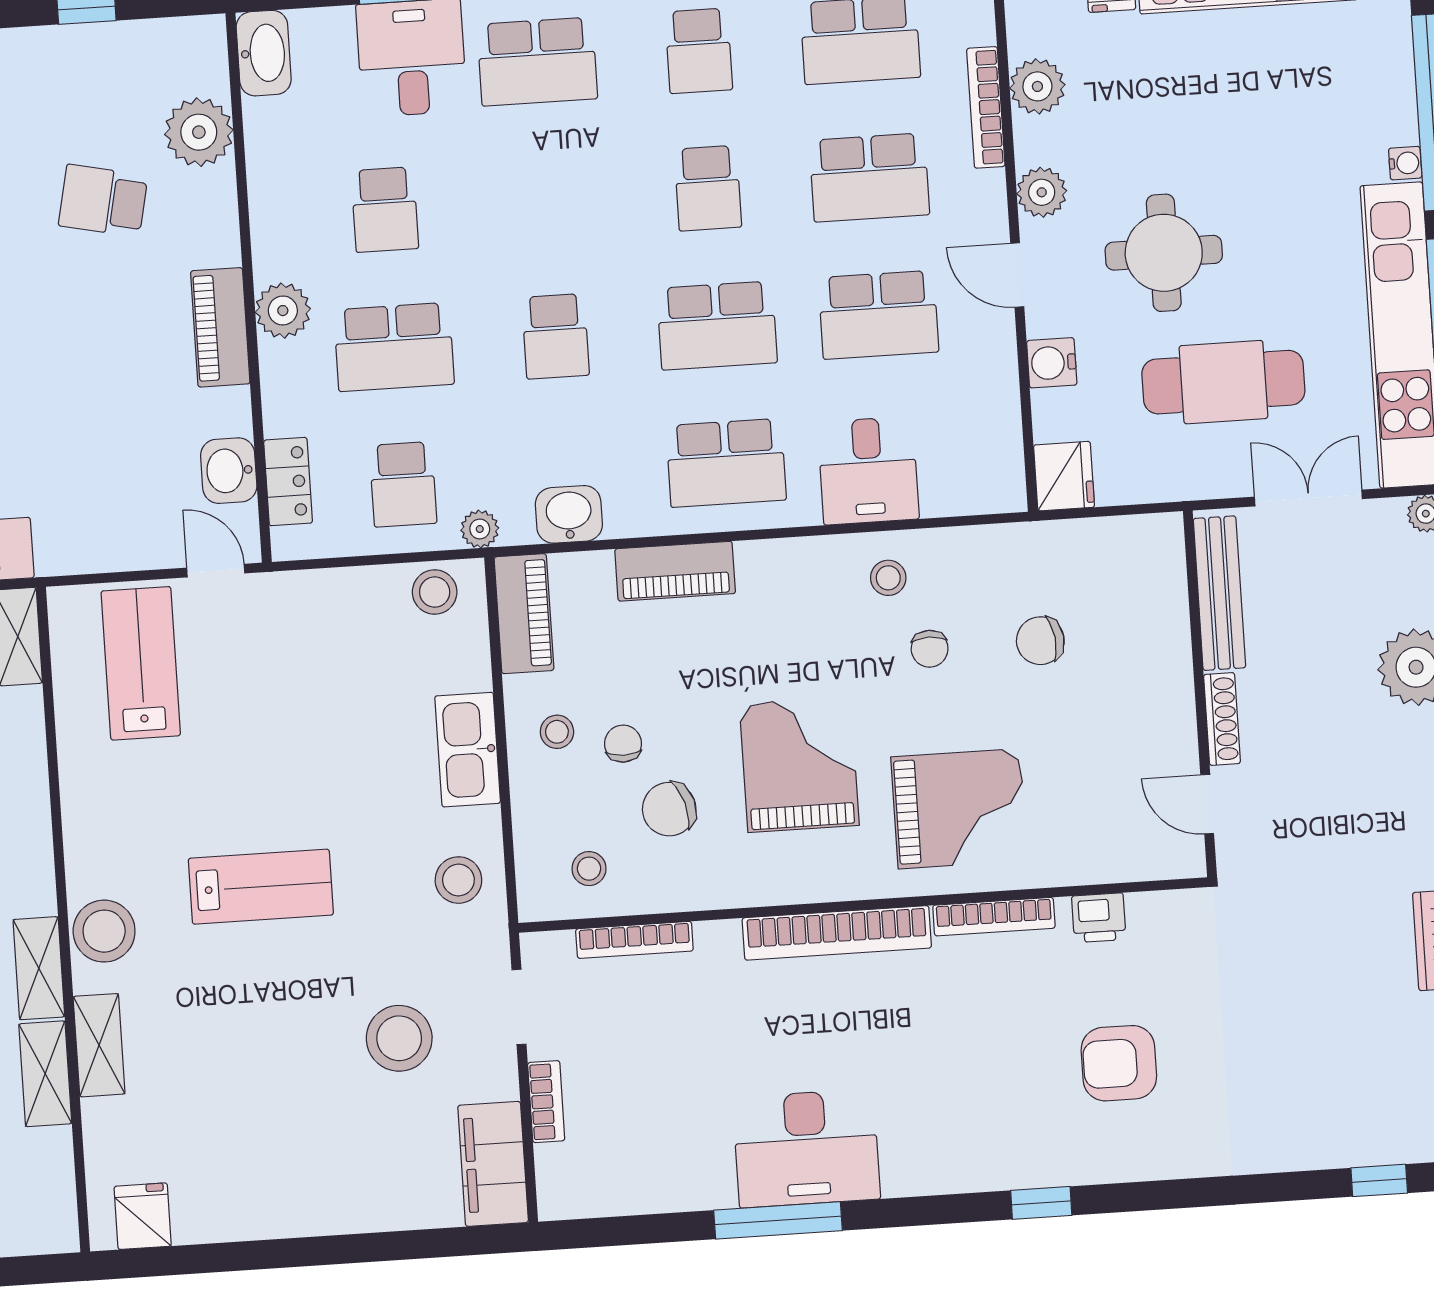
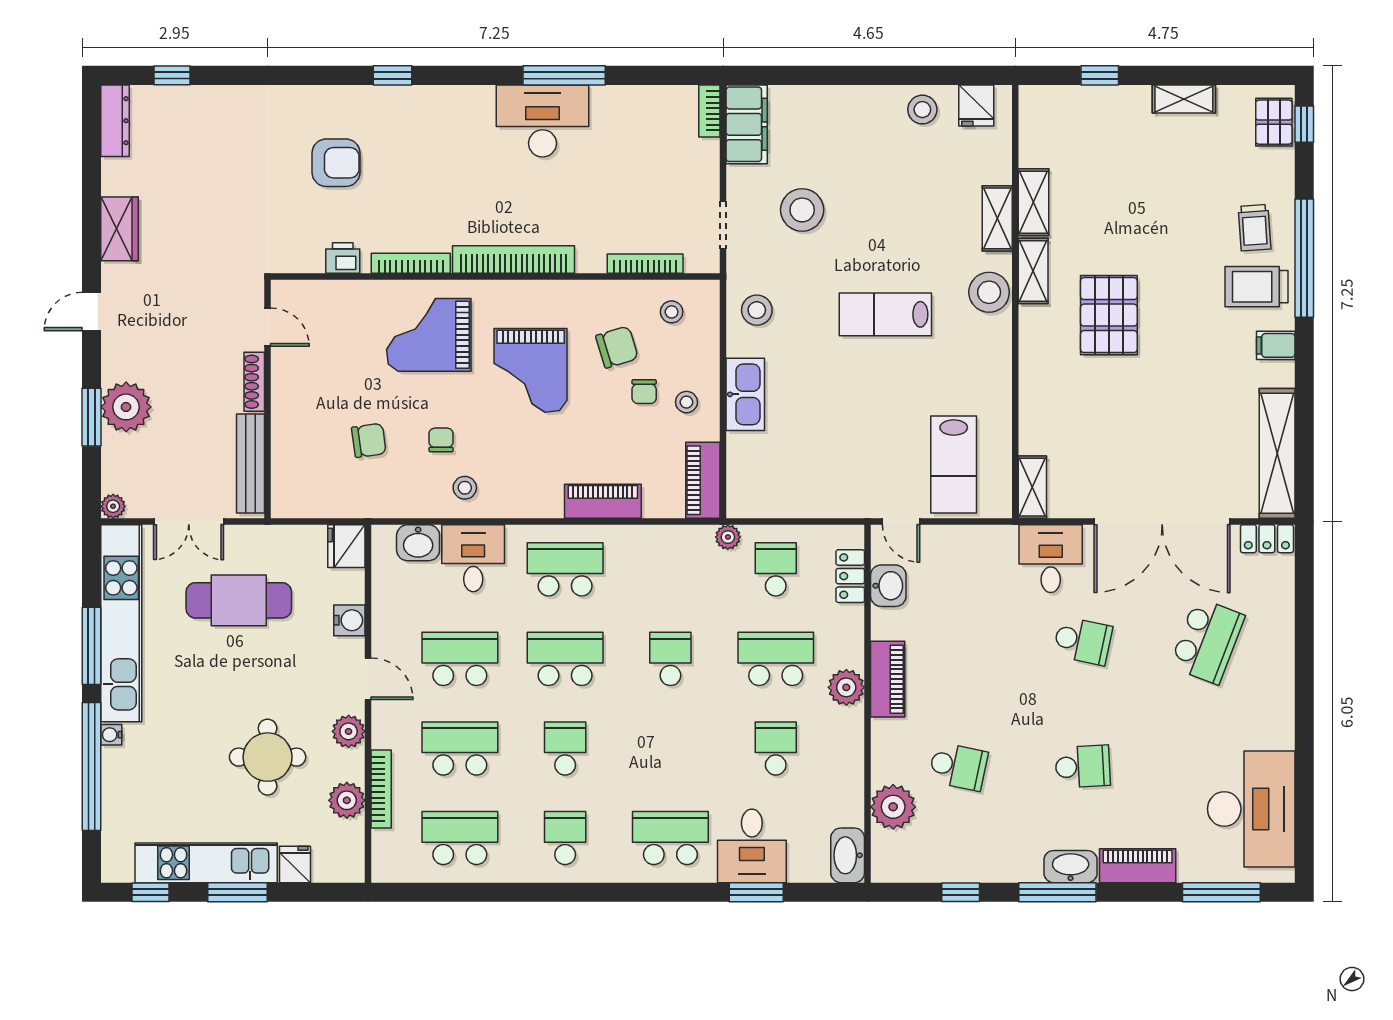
round table: (1164, 253) -> (268, 757), moved
washbasin: (569, 514) -> (418, 543), moved
stool: (435, 592) -> (922, 110), moved
bookcase: (546, 1102) -> (709, 111), moved

